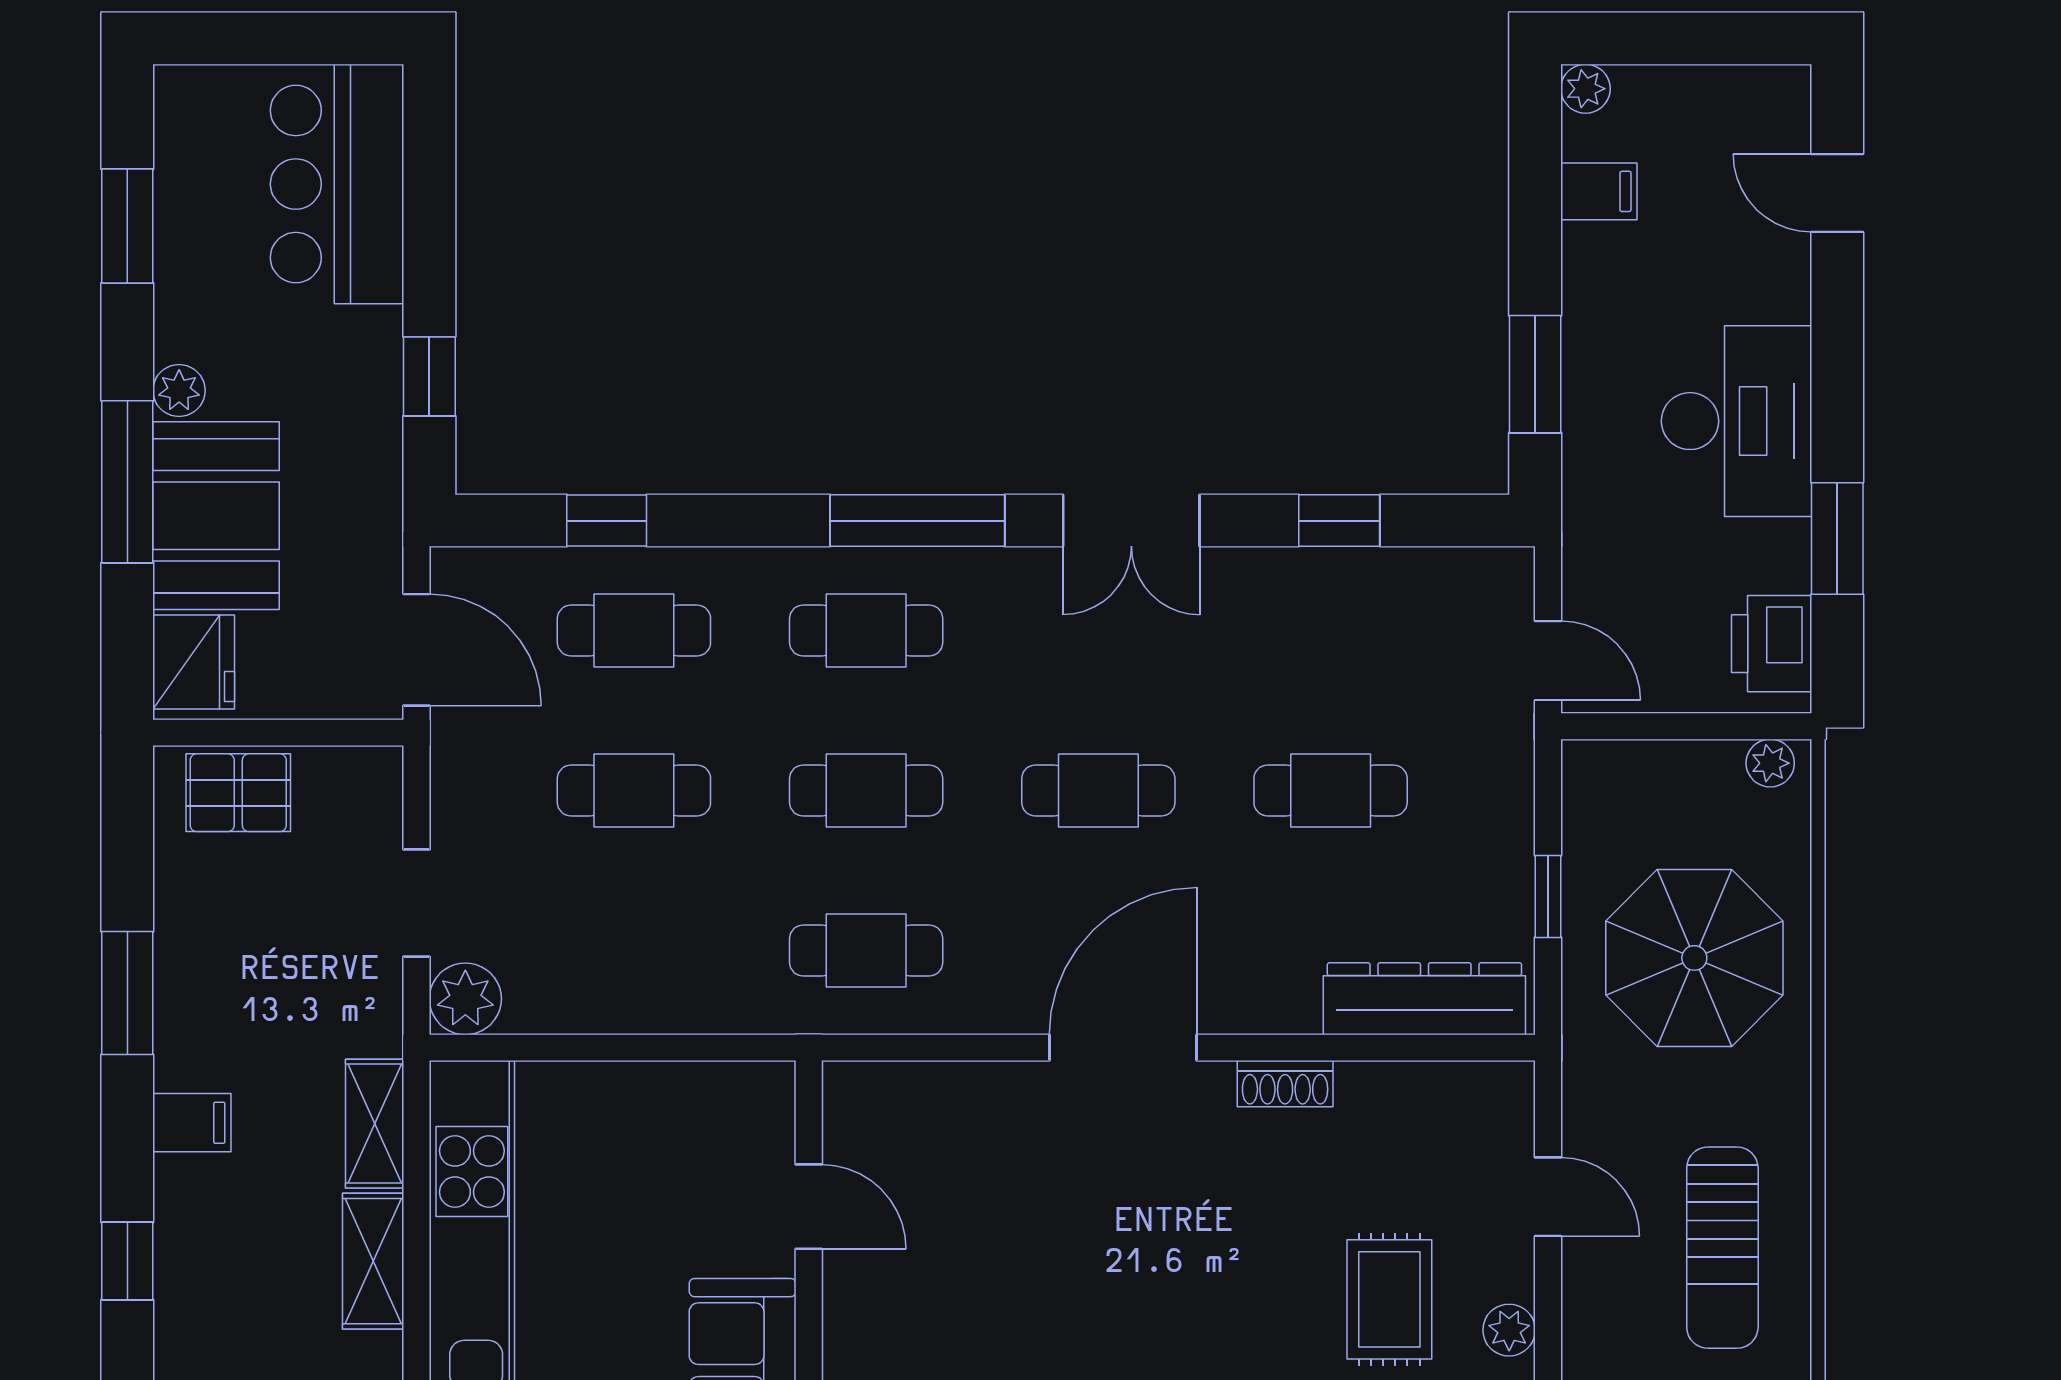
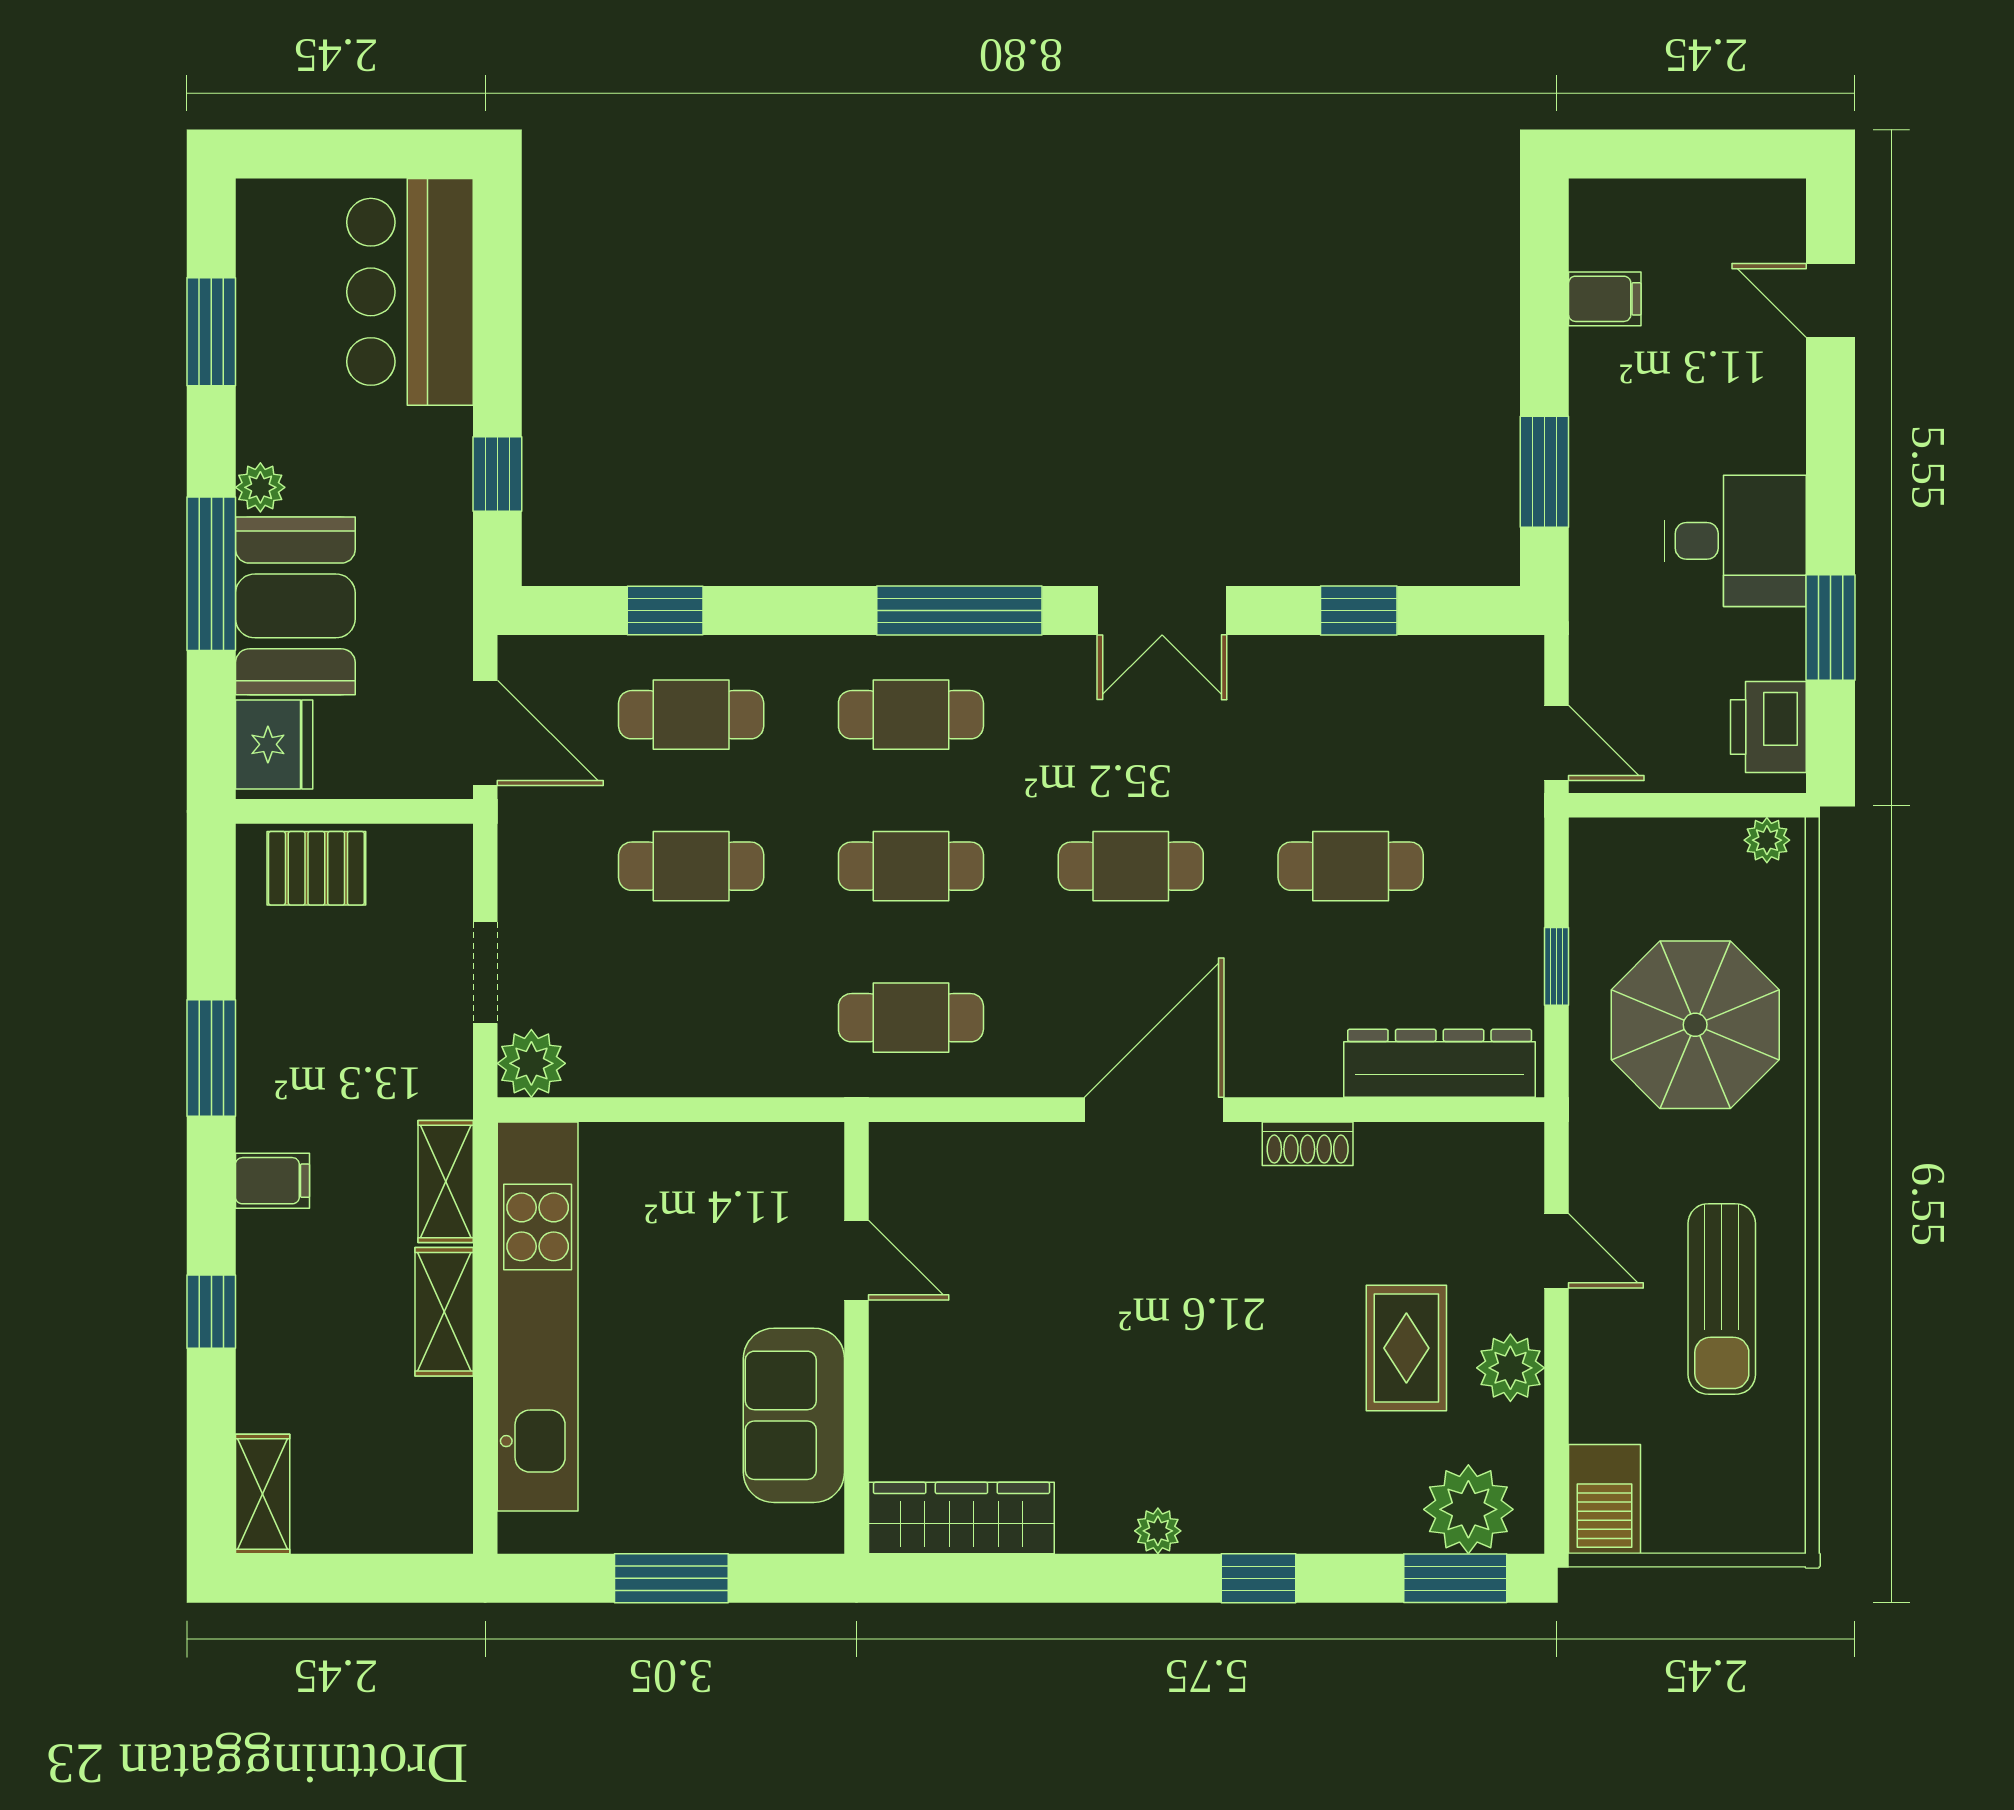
plant: (1585, 89) -> (1592, 202), removed
desk: (1737, 421) -> (1735, 541), width x0.73
plant: (1509, 1330) -> (1510, 1368), width x1.38, depth x1.38

